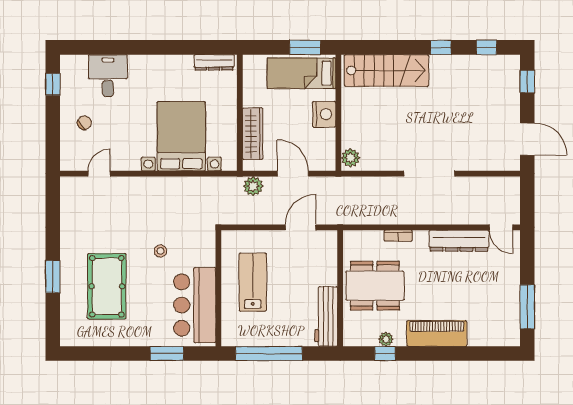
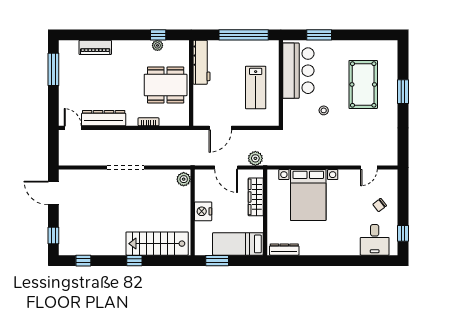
window: (441, 47) -> (134, 261), moved
bed: (301, 73) -> (238, 244), moved, turned 180
desk: (108, 75) -> (375, 240), moved
piano: (437, 333) -> (95, 47), moved, width x0.73, depth x0.75

